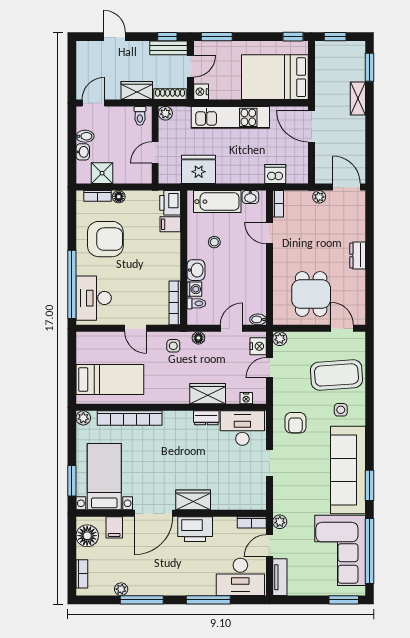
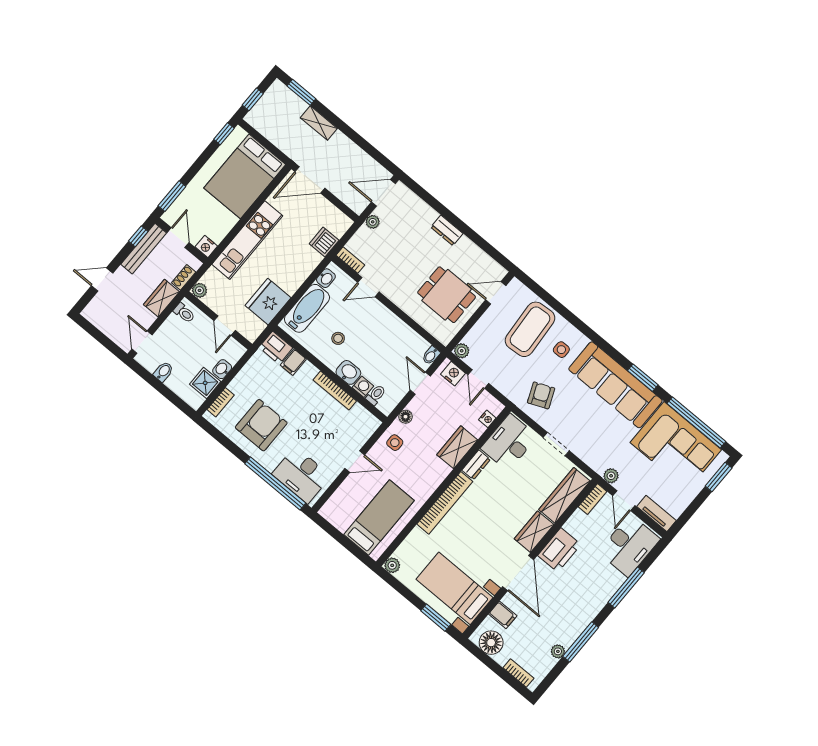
bench: (169, 48) -> (144, 249), width x1.36
shoe rack: (170, 94) -> (184, 277), width x0.70
washbasin: (83, 152) -> (222, 369), moved, turned -90
floor lamp: (119, 197) -> (236, 385), removed
bookcase: (175, 303) -> (335, 390), moved
bookcase: (130, 418) -> (445, 503), moved
armchair: (295, 423) -> (541, 395), turned -113
wardrobe: (238, 500) -> (564, 495), added

